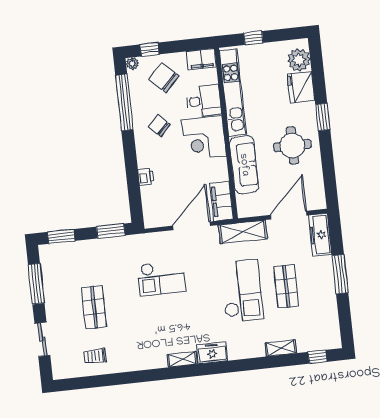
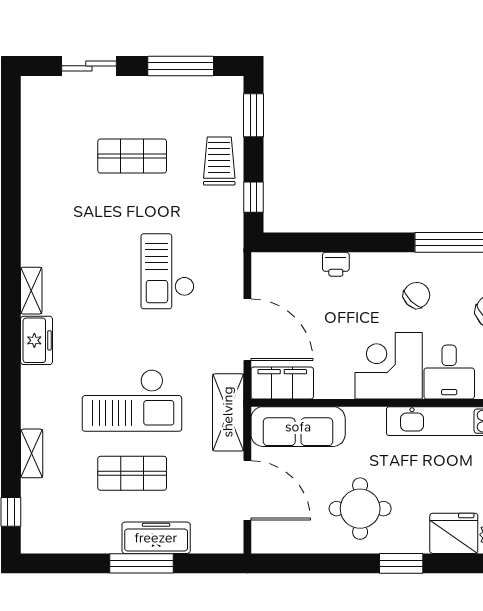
sofa: (244, 165) -> (298, 427), moved
window: (111, 231) -> (253, 197), width x0.67
freezer: (320, 235) -> (156, 538), moved
trolley: (95, 356) -> (219, 161), moved, width x1.36, depth x1.39

